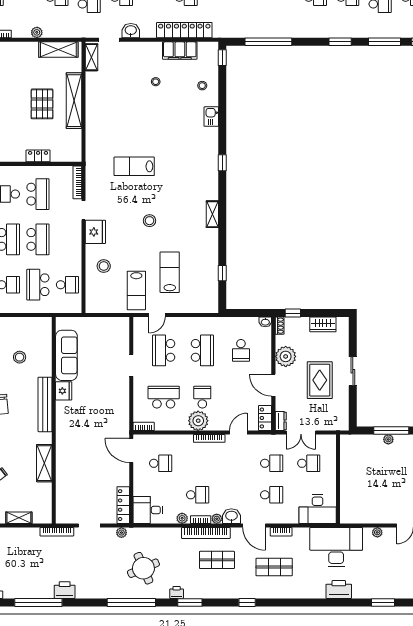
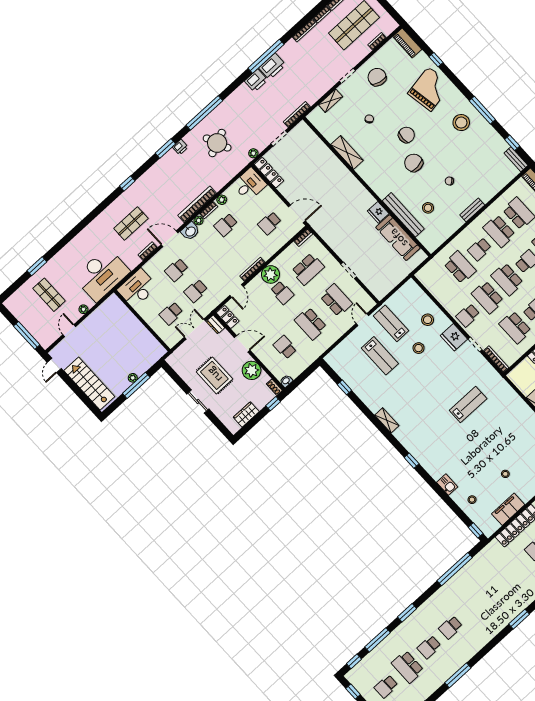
stool: (149, 221) -> (419, 348), moved
school desk: (67, 285) -> (468, 315), moved
bench: (45, 404) -> (403, 215), moved
shop shelf: (217, 560) -> (49, 295), moved, turned 90
printer: (339, 590) -> (272, 66), moved

